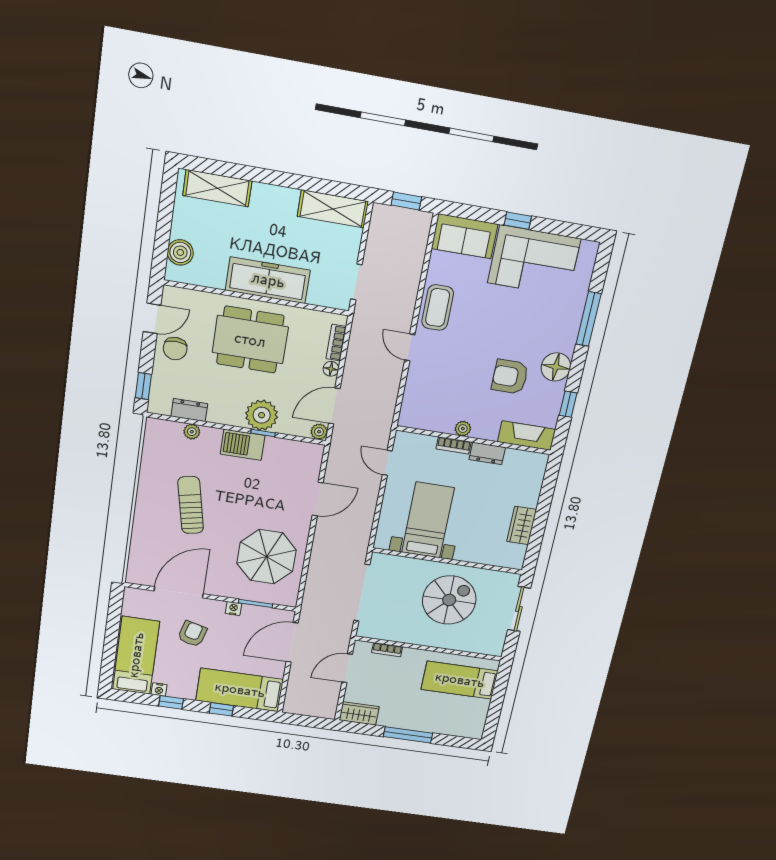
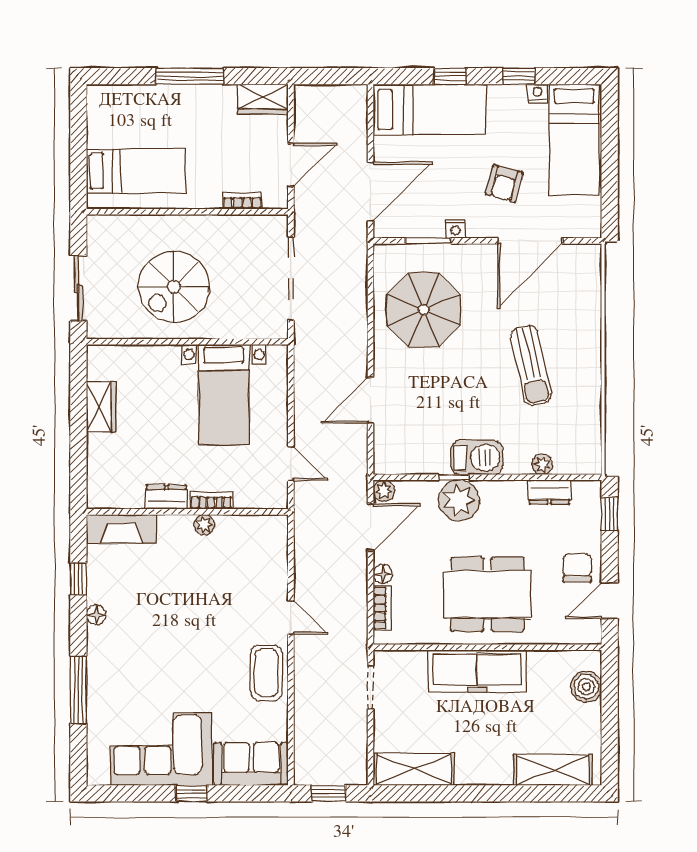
floor lamp: (556, 367) -> (96, 615), width x0.53, depth x0.53
armchair: (510, 377) -> (159, 602), removed

